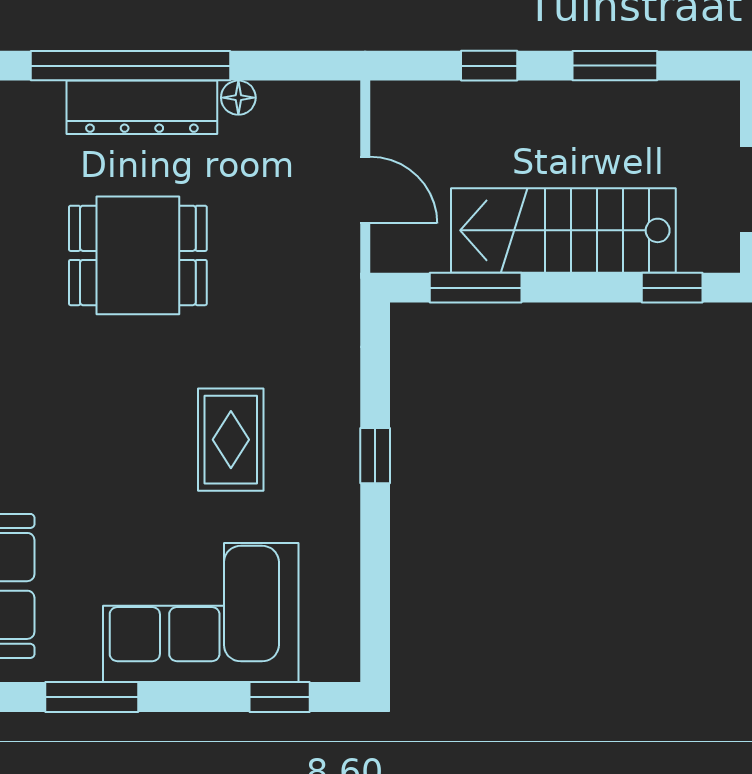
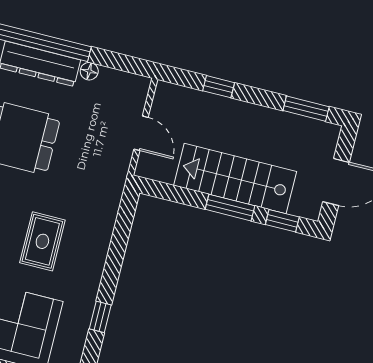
window: (615, 66) -> (306, 109), moved
window: (476, 288) -> (230, 208), moved
window: (375, 456) -> (100, 317), moved

